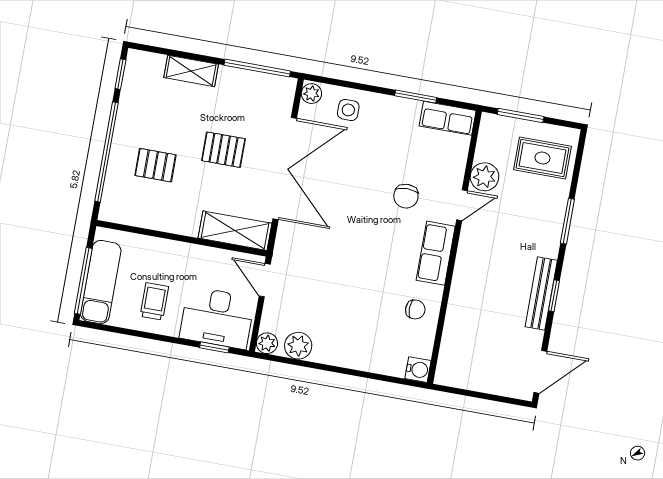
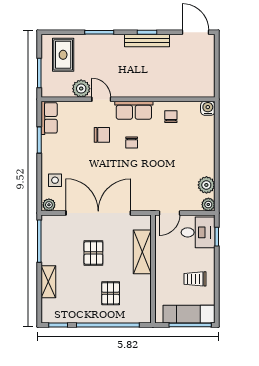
shelving: (235, 231) -> (142, 252), moved
chair: (386, 241) -> (132, 142), added
desk: (217, 318) -> (198, 232), width x0.73

